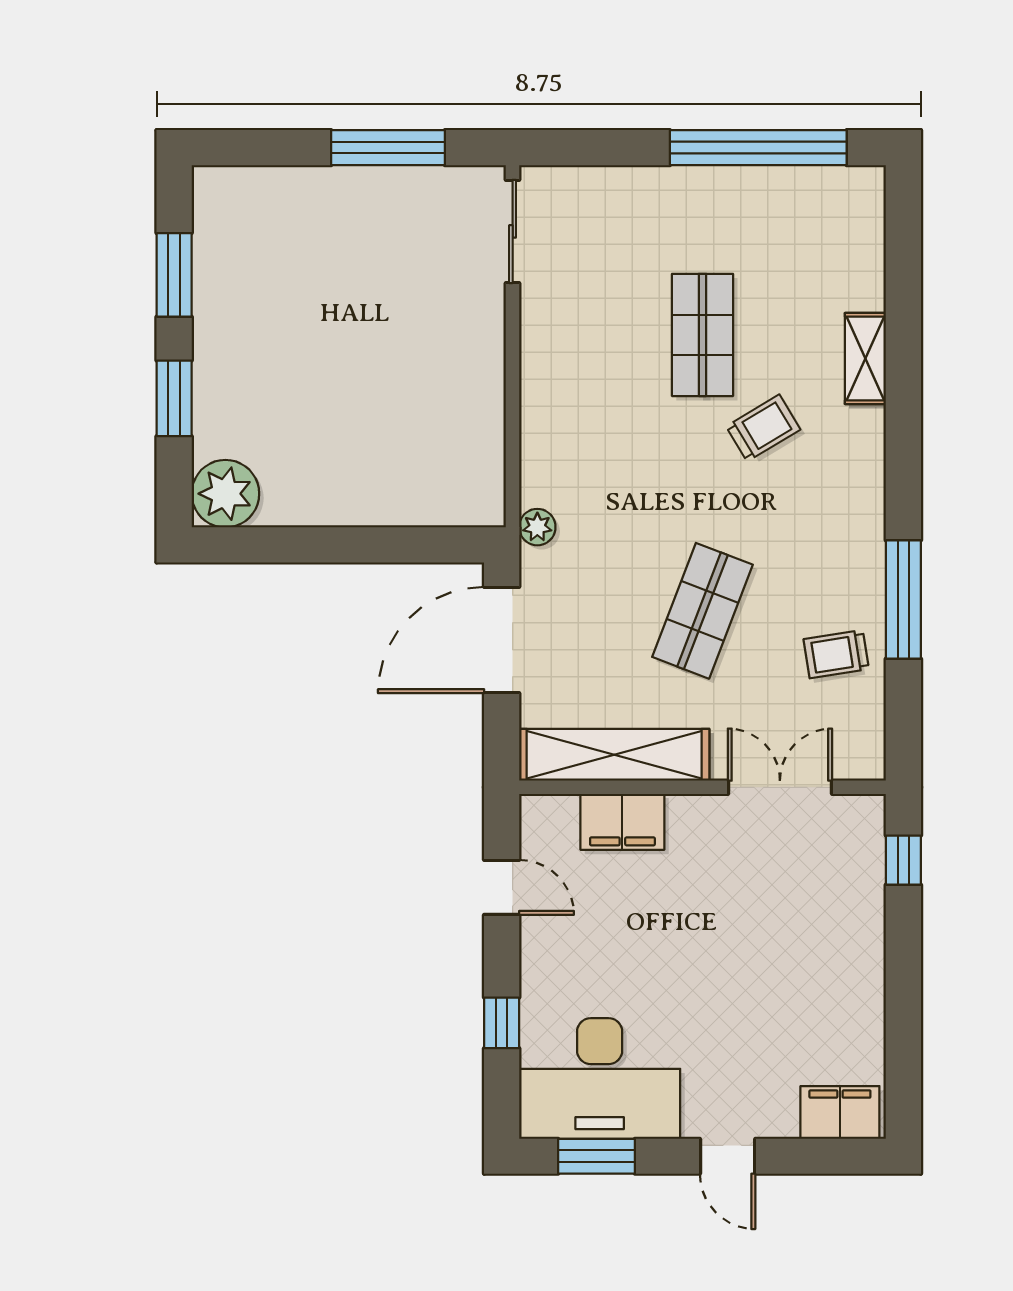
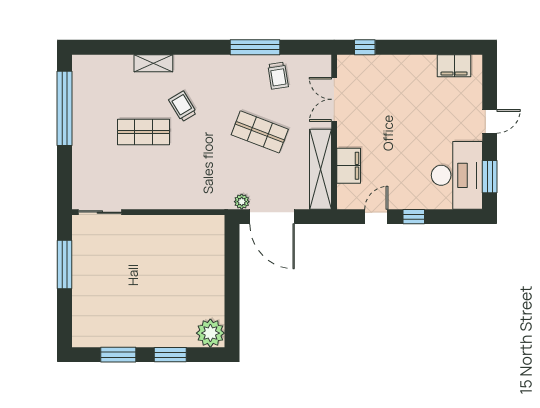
plant: (537, 527) -> (242, 202), moved
window: (502, 1023) -> (414, 217), moved
filing cabinet: (840, 1112) -> (454, 66), moved, turned -90

